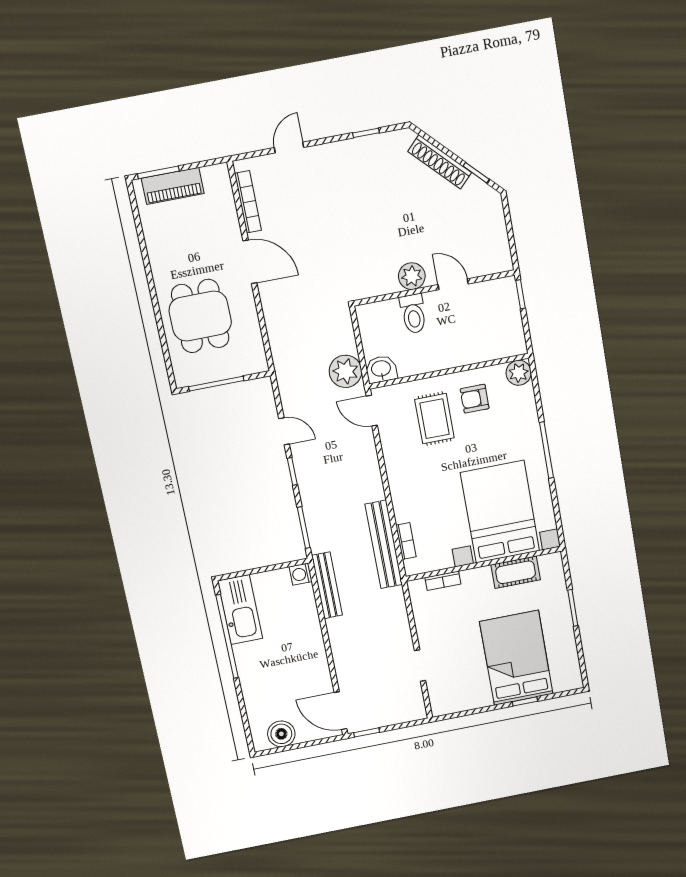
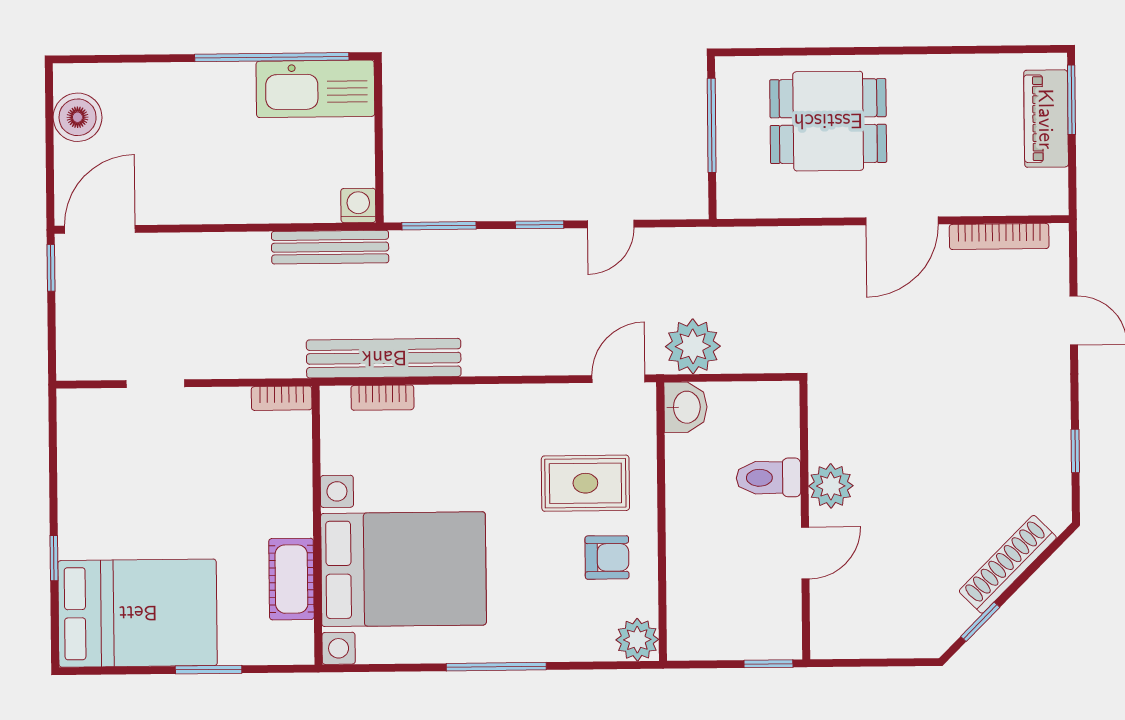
armchair: (475, 399) -> (607, 557), turned 90
bookcase: (443, 581) -> (282, 398), moved, turned -90
bed: (516, 658) -> (138, 613), moved

